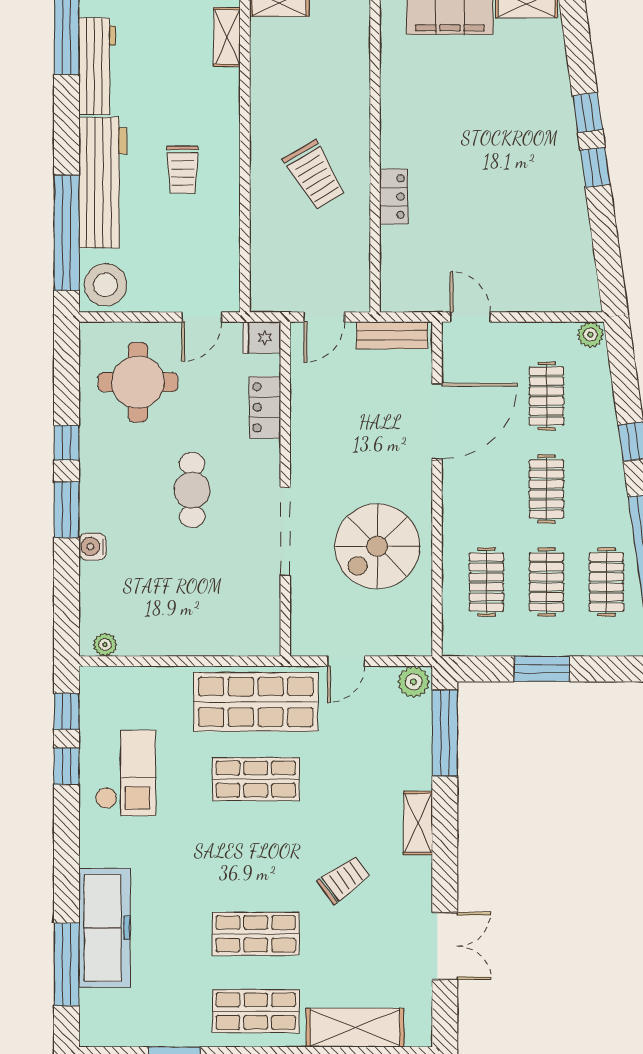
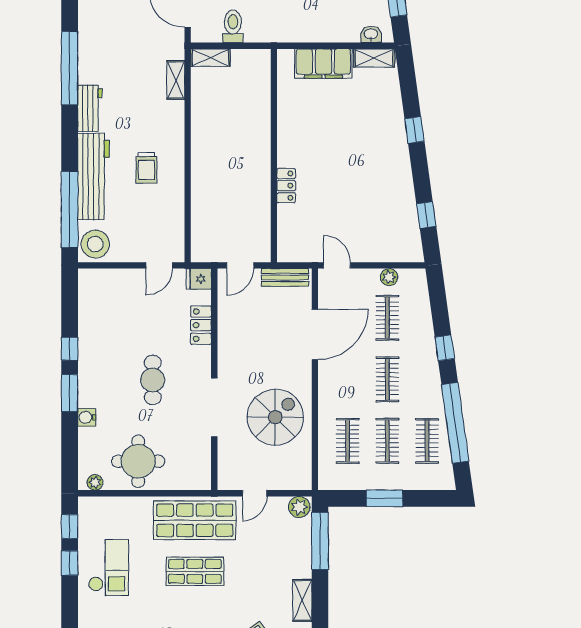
workbench: (97, 66) -> (90, 108), width x0.73
window: (595, 167) -> (426, 215), moved
trolley: (315, 175) -> (234, 171), removed
plant: (590, 335) -> (389, 277), moved
round table: (138, 382) -> (138, 461), moved
spiral stairs: (377, 546) -> (275, 417), turned 180

